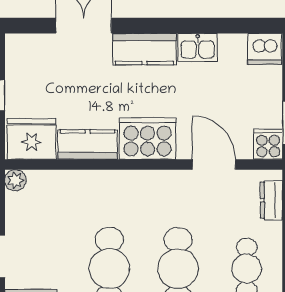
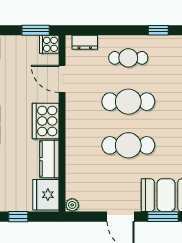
door: (214, 164) -> (62, 79), hinge flipped

